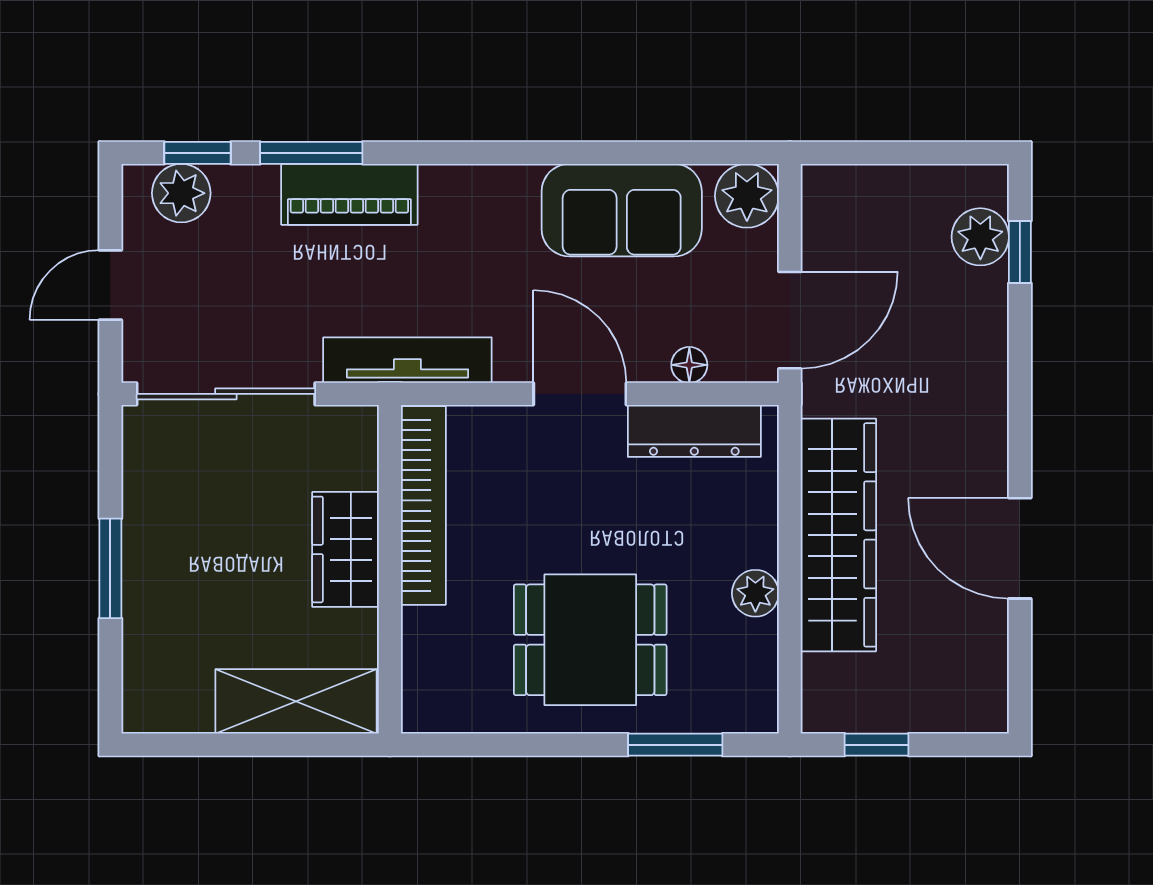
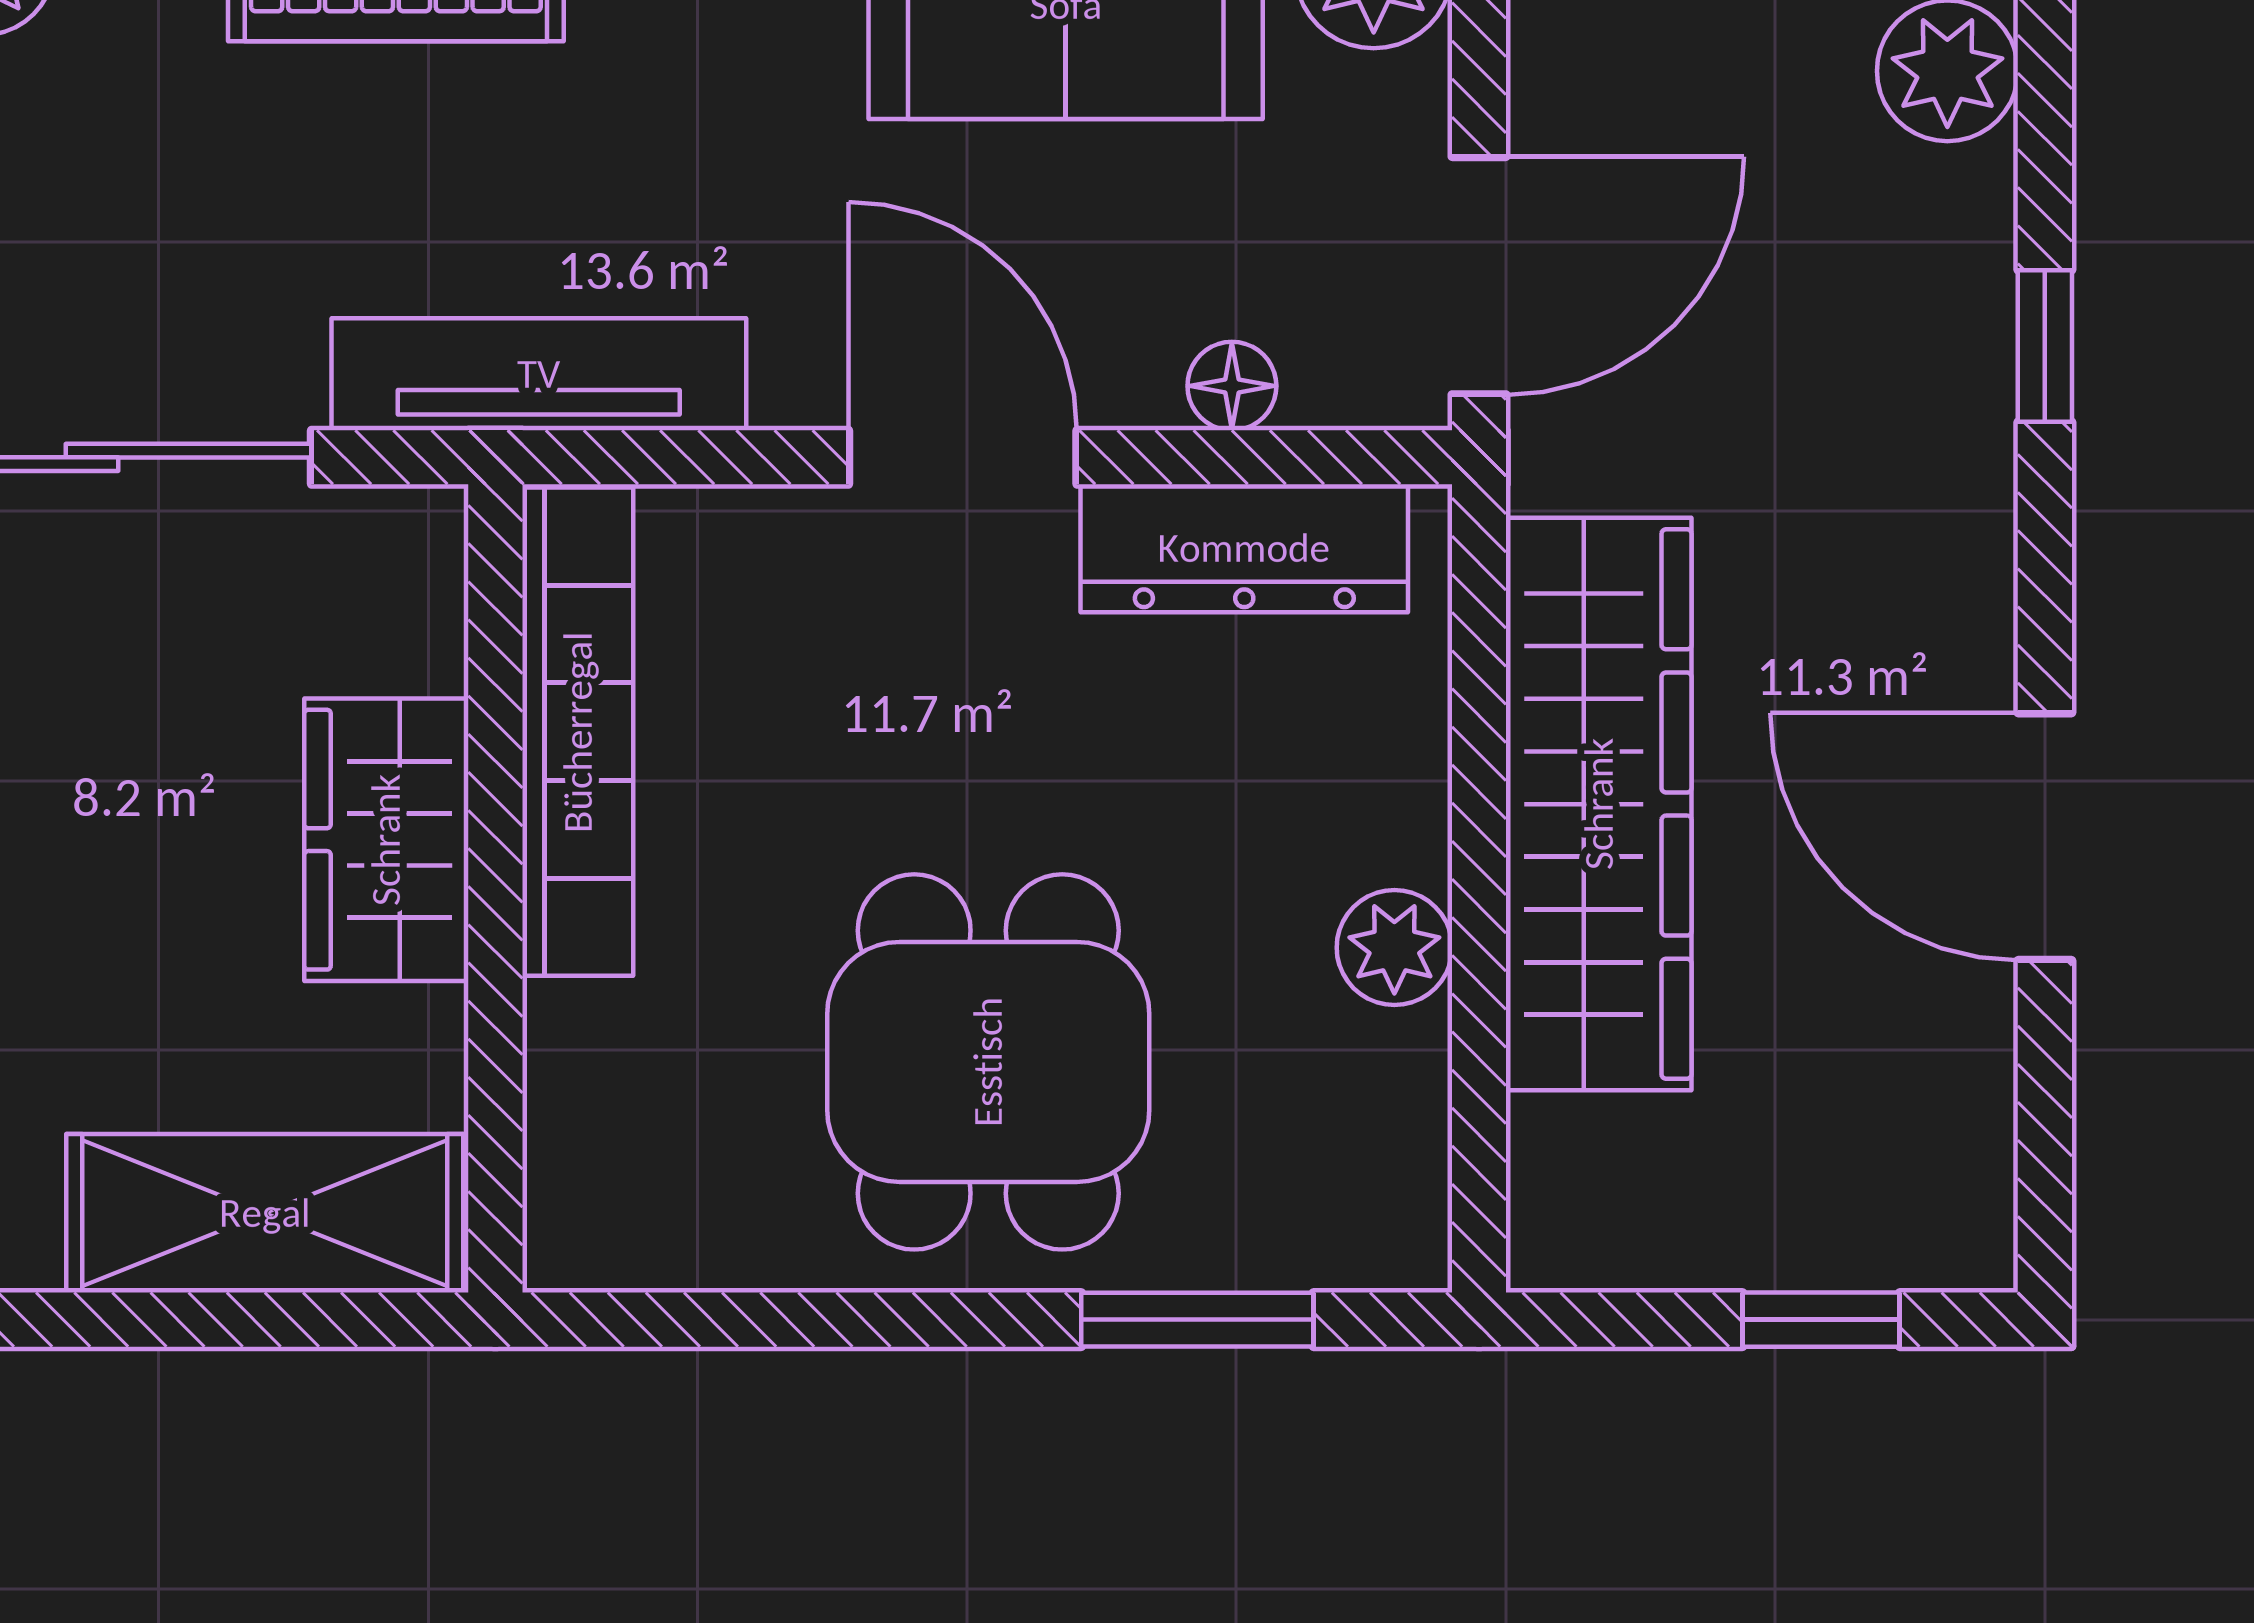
window: (1020, 252) -> (2045, 346), moved
dining table: (590, 640) -> (988, 1062), turned 90
window: (876, 745) -> (1821, 1320), moved

